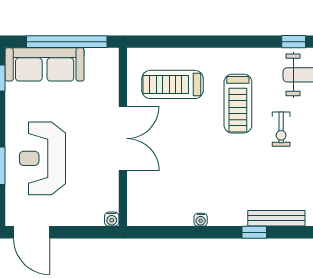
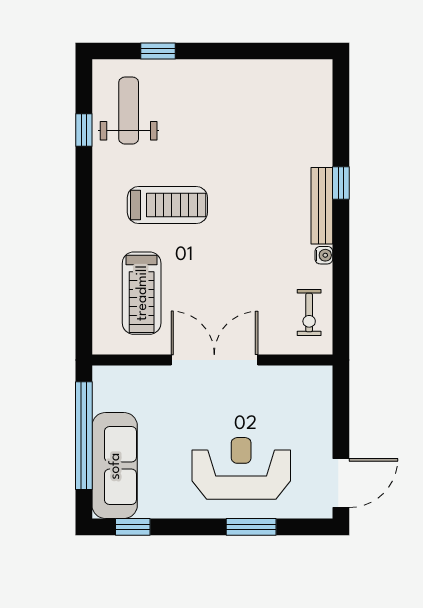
exercise bike: (281, 129) -> (309, 312), moved, turned 90
reception desk: (42, 158) -> (241, 468), turned 180
bench: (276, 218) -> (322, 206), moved
water cooler: (112, 219) -> (323, 375), removed

